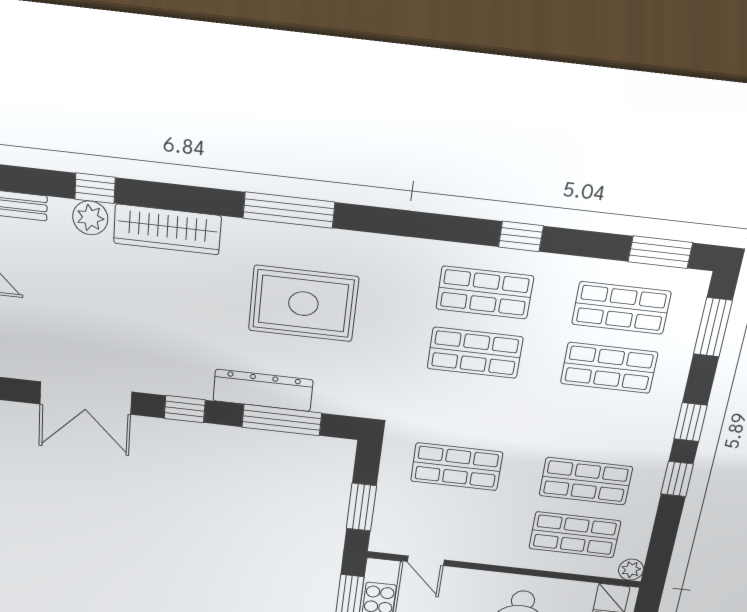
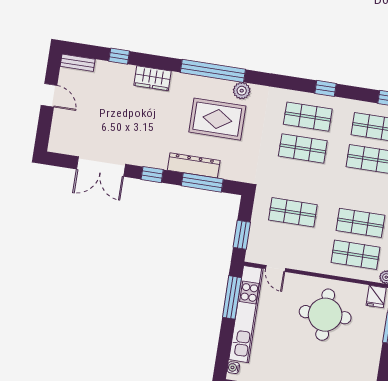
window: (289, 210) -> (213, 71), width x1.46
plant: (90, 218) -> (242, 91), moved
wardrobe: (167, 229) -> (152, 78), width x0.67

